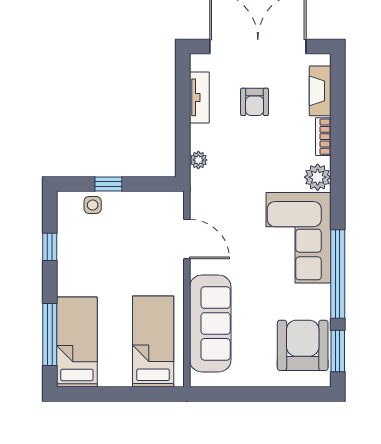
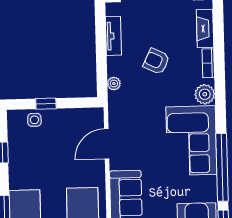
armchair: (255, 102) -> (156, 61), moved, turned 116
door: (187, 239) -> (107, 144), swing flipped

